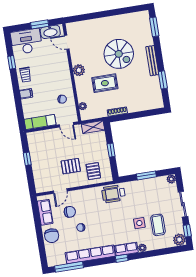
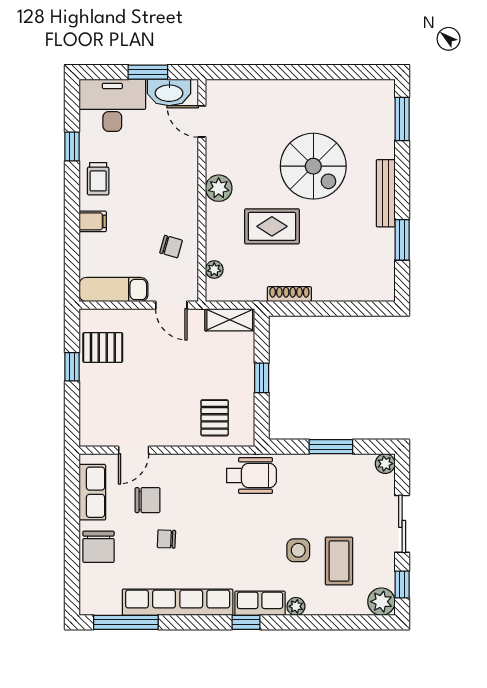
pallet: (71, 166) -> (103, 347), moved
wheelchair: (114, 194) -> (251, 476), turned 180

